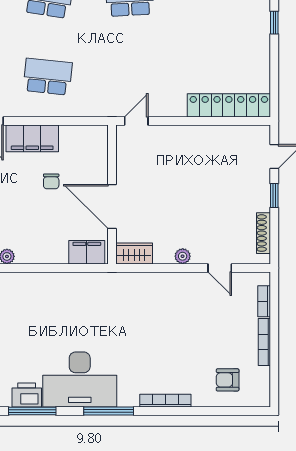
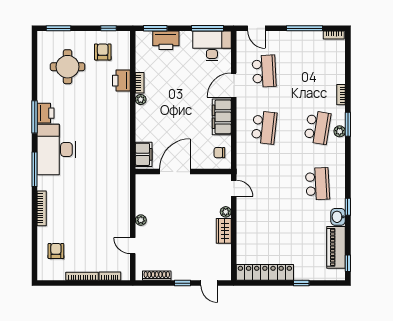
locker: (229, 105) -> (265, 272), moved, turned -90
plant: (171, 133) -> (226, 212), added
chair: (51, 181) -> (219, 153), moved
wardrobe: (134, 253) -> (224, 231), moved, turned 180
door: (220, 268) -> (133, 246), hinge flipped

